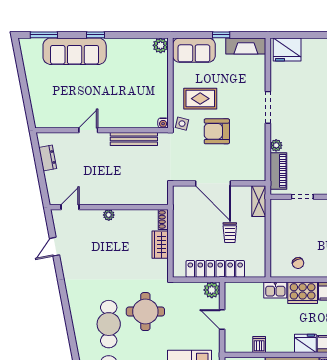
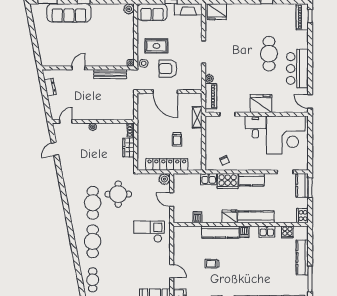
door: (213, 183) -> (165, 92), moved
wall: (219, 183) -> (170, 92), moved

